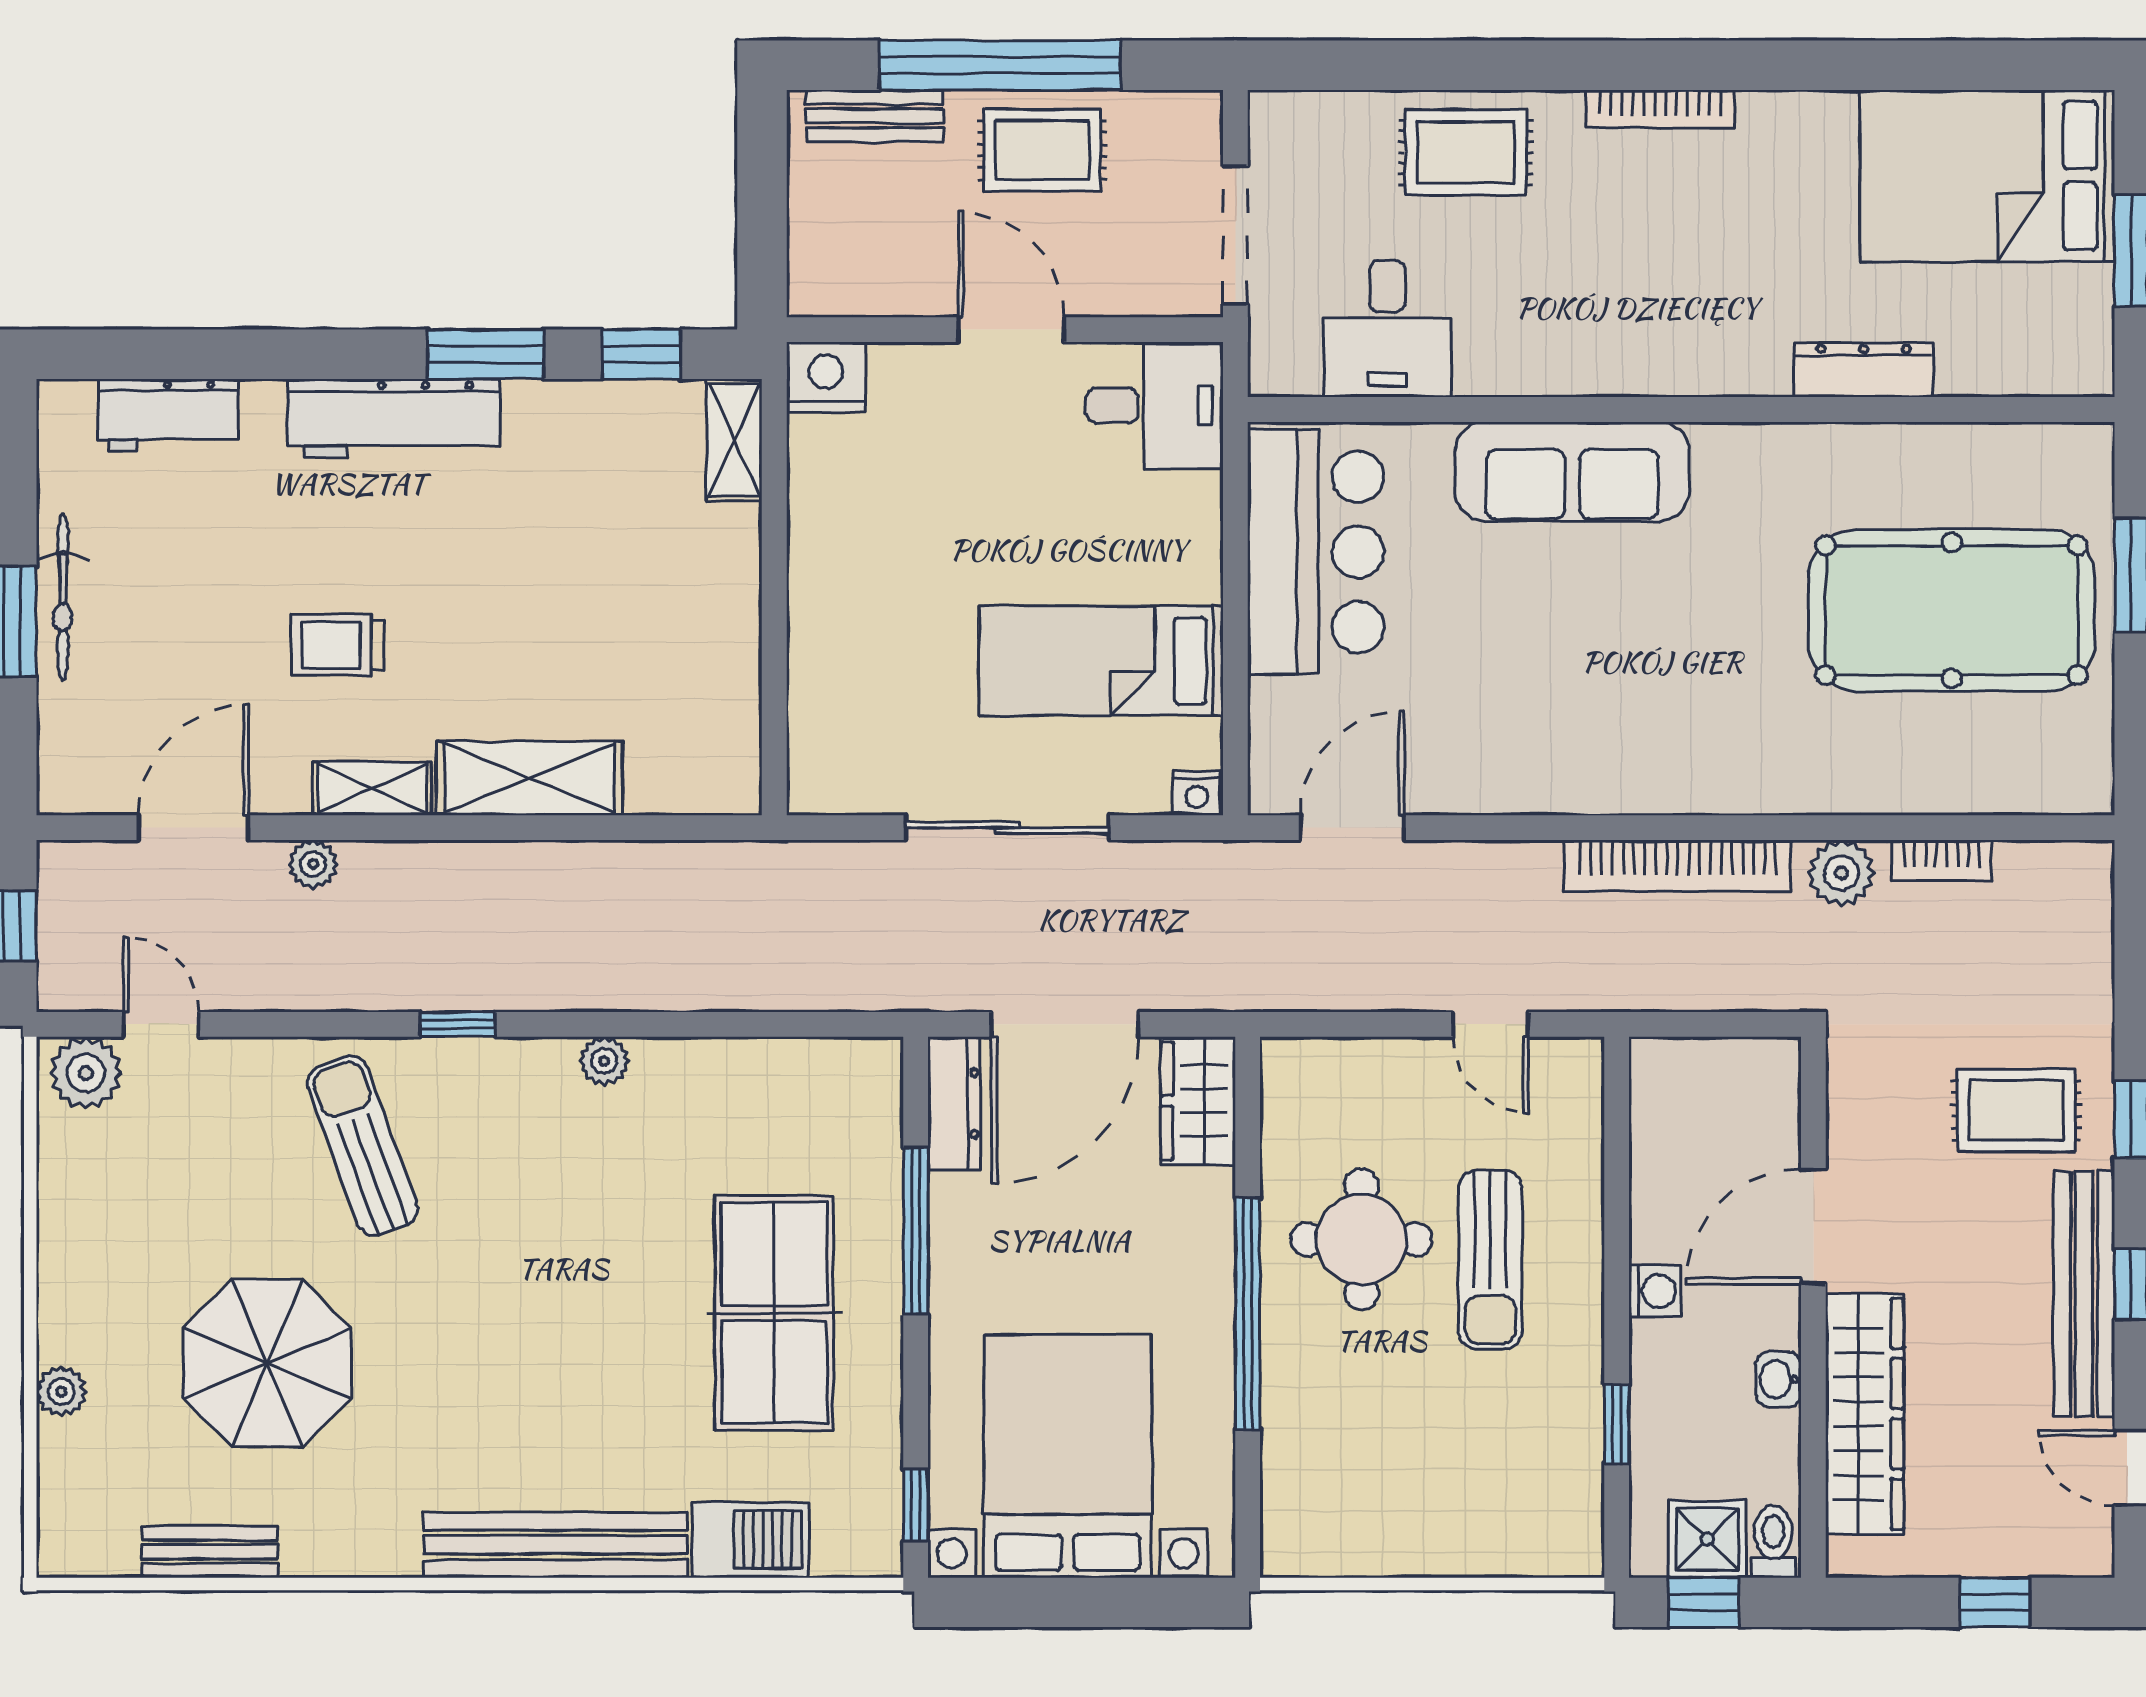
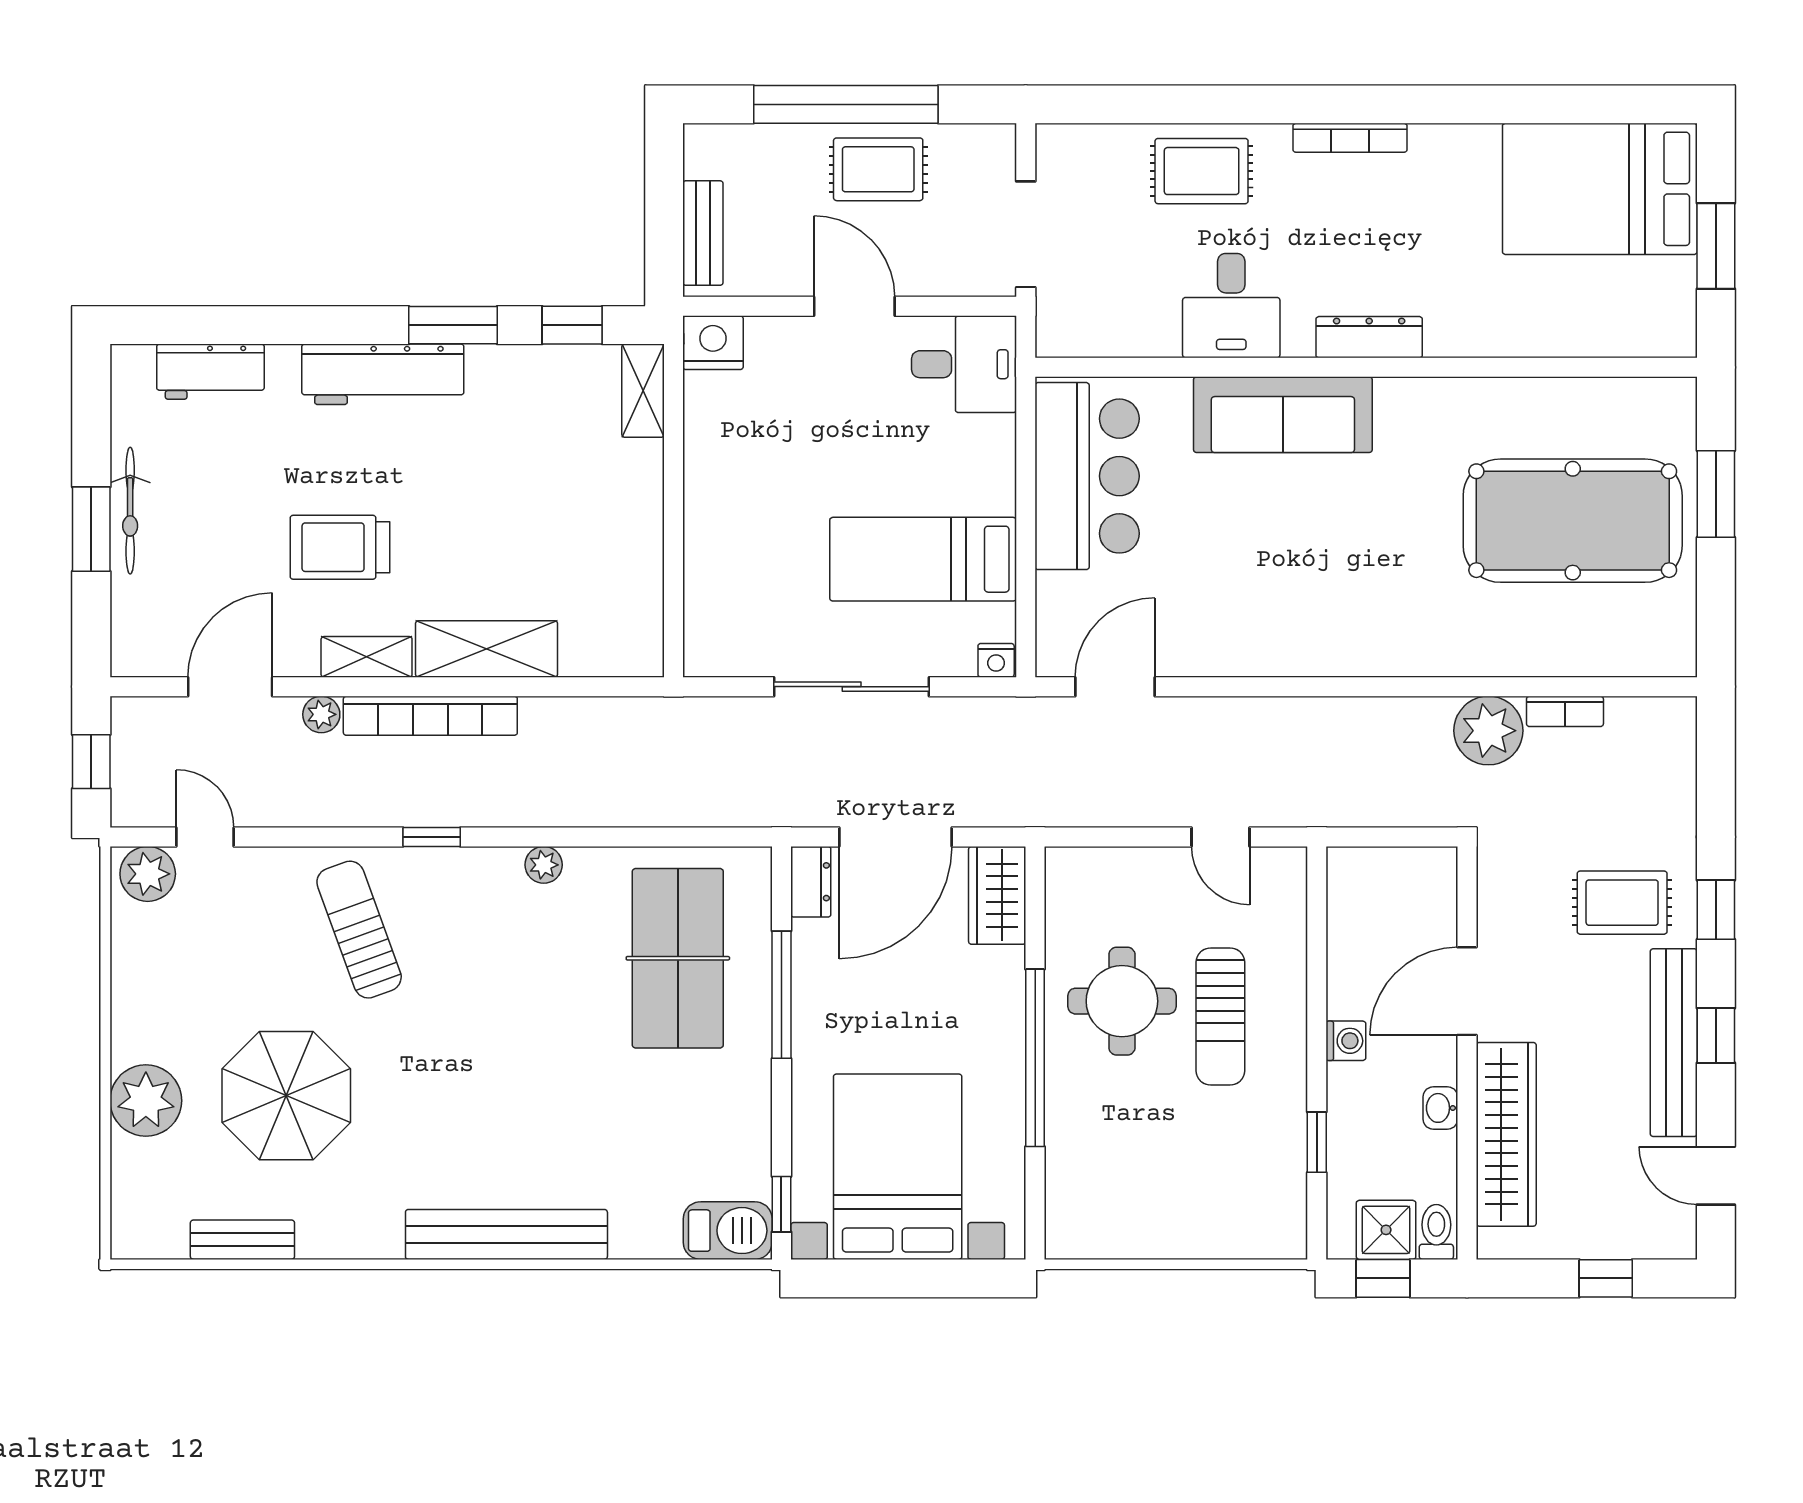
bench: (875, 116) -> (703, 233), moved, turned 90
desk: (1387, 329) -> (1231, 306), moved
dresser: (1864, 370) -> (1369, 337), moved
trolley: (338, 645) -> (340, 547), width x1.36, depth x1.39
bookcase: (1678, 866) -> (430, 716), moved
plant: (1841, 873) -> (1488, 731), width x1.36, depth x1.36
dresser: (954, 1103) -> (811, 882), width x0.70
table tennis table: (774, 1313) -> (678, 958), moved
plant: (61, 1391) -> (146, 1101), width x1.87, depth x1.87
barbecue: (751, 1540) -> (728, 1231), moved

